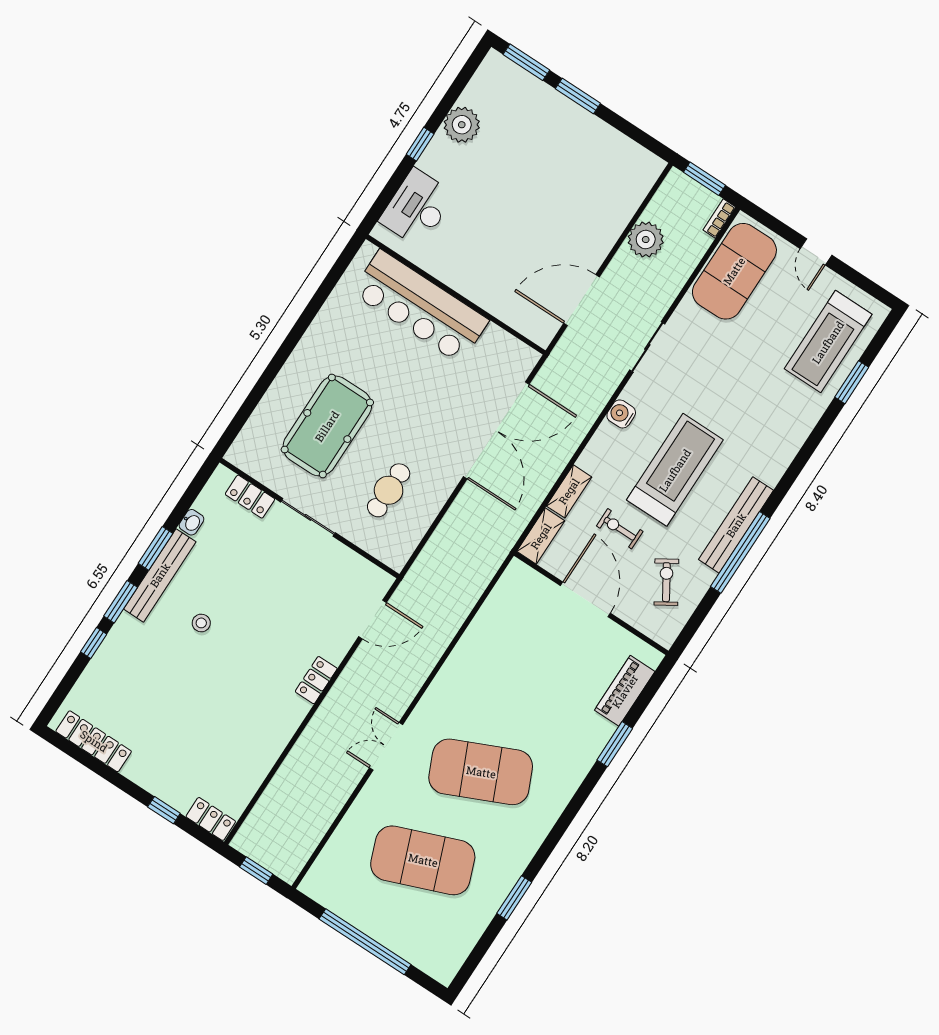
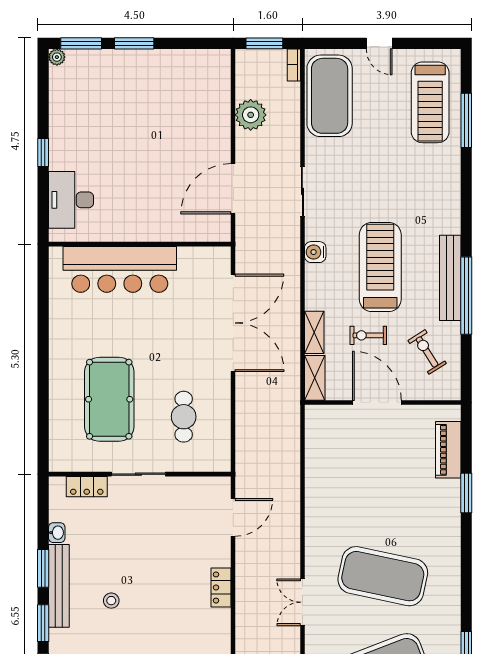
plant: (462, 125) -> (57, 57), moved, width x0.53, depth x0.53
window: (852, 382) -> (466, 120), width x1.44
exercise mat: (481, 772) -> (383, 576), turned 36

